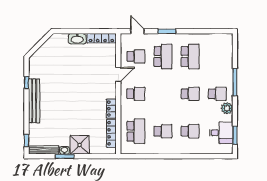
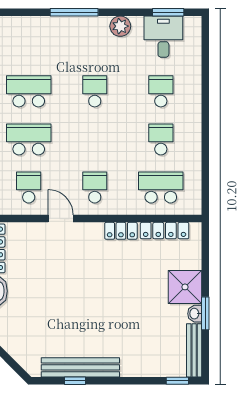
school desk: (217, 94) -> (95, 43), removed
bench: (34, 101) -> (80, 367), moved

